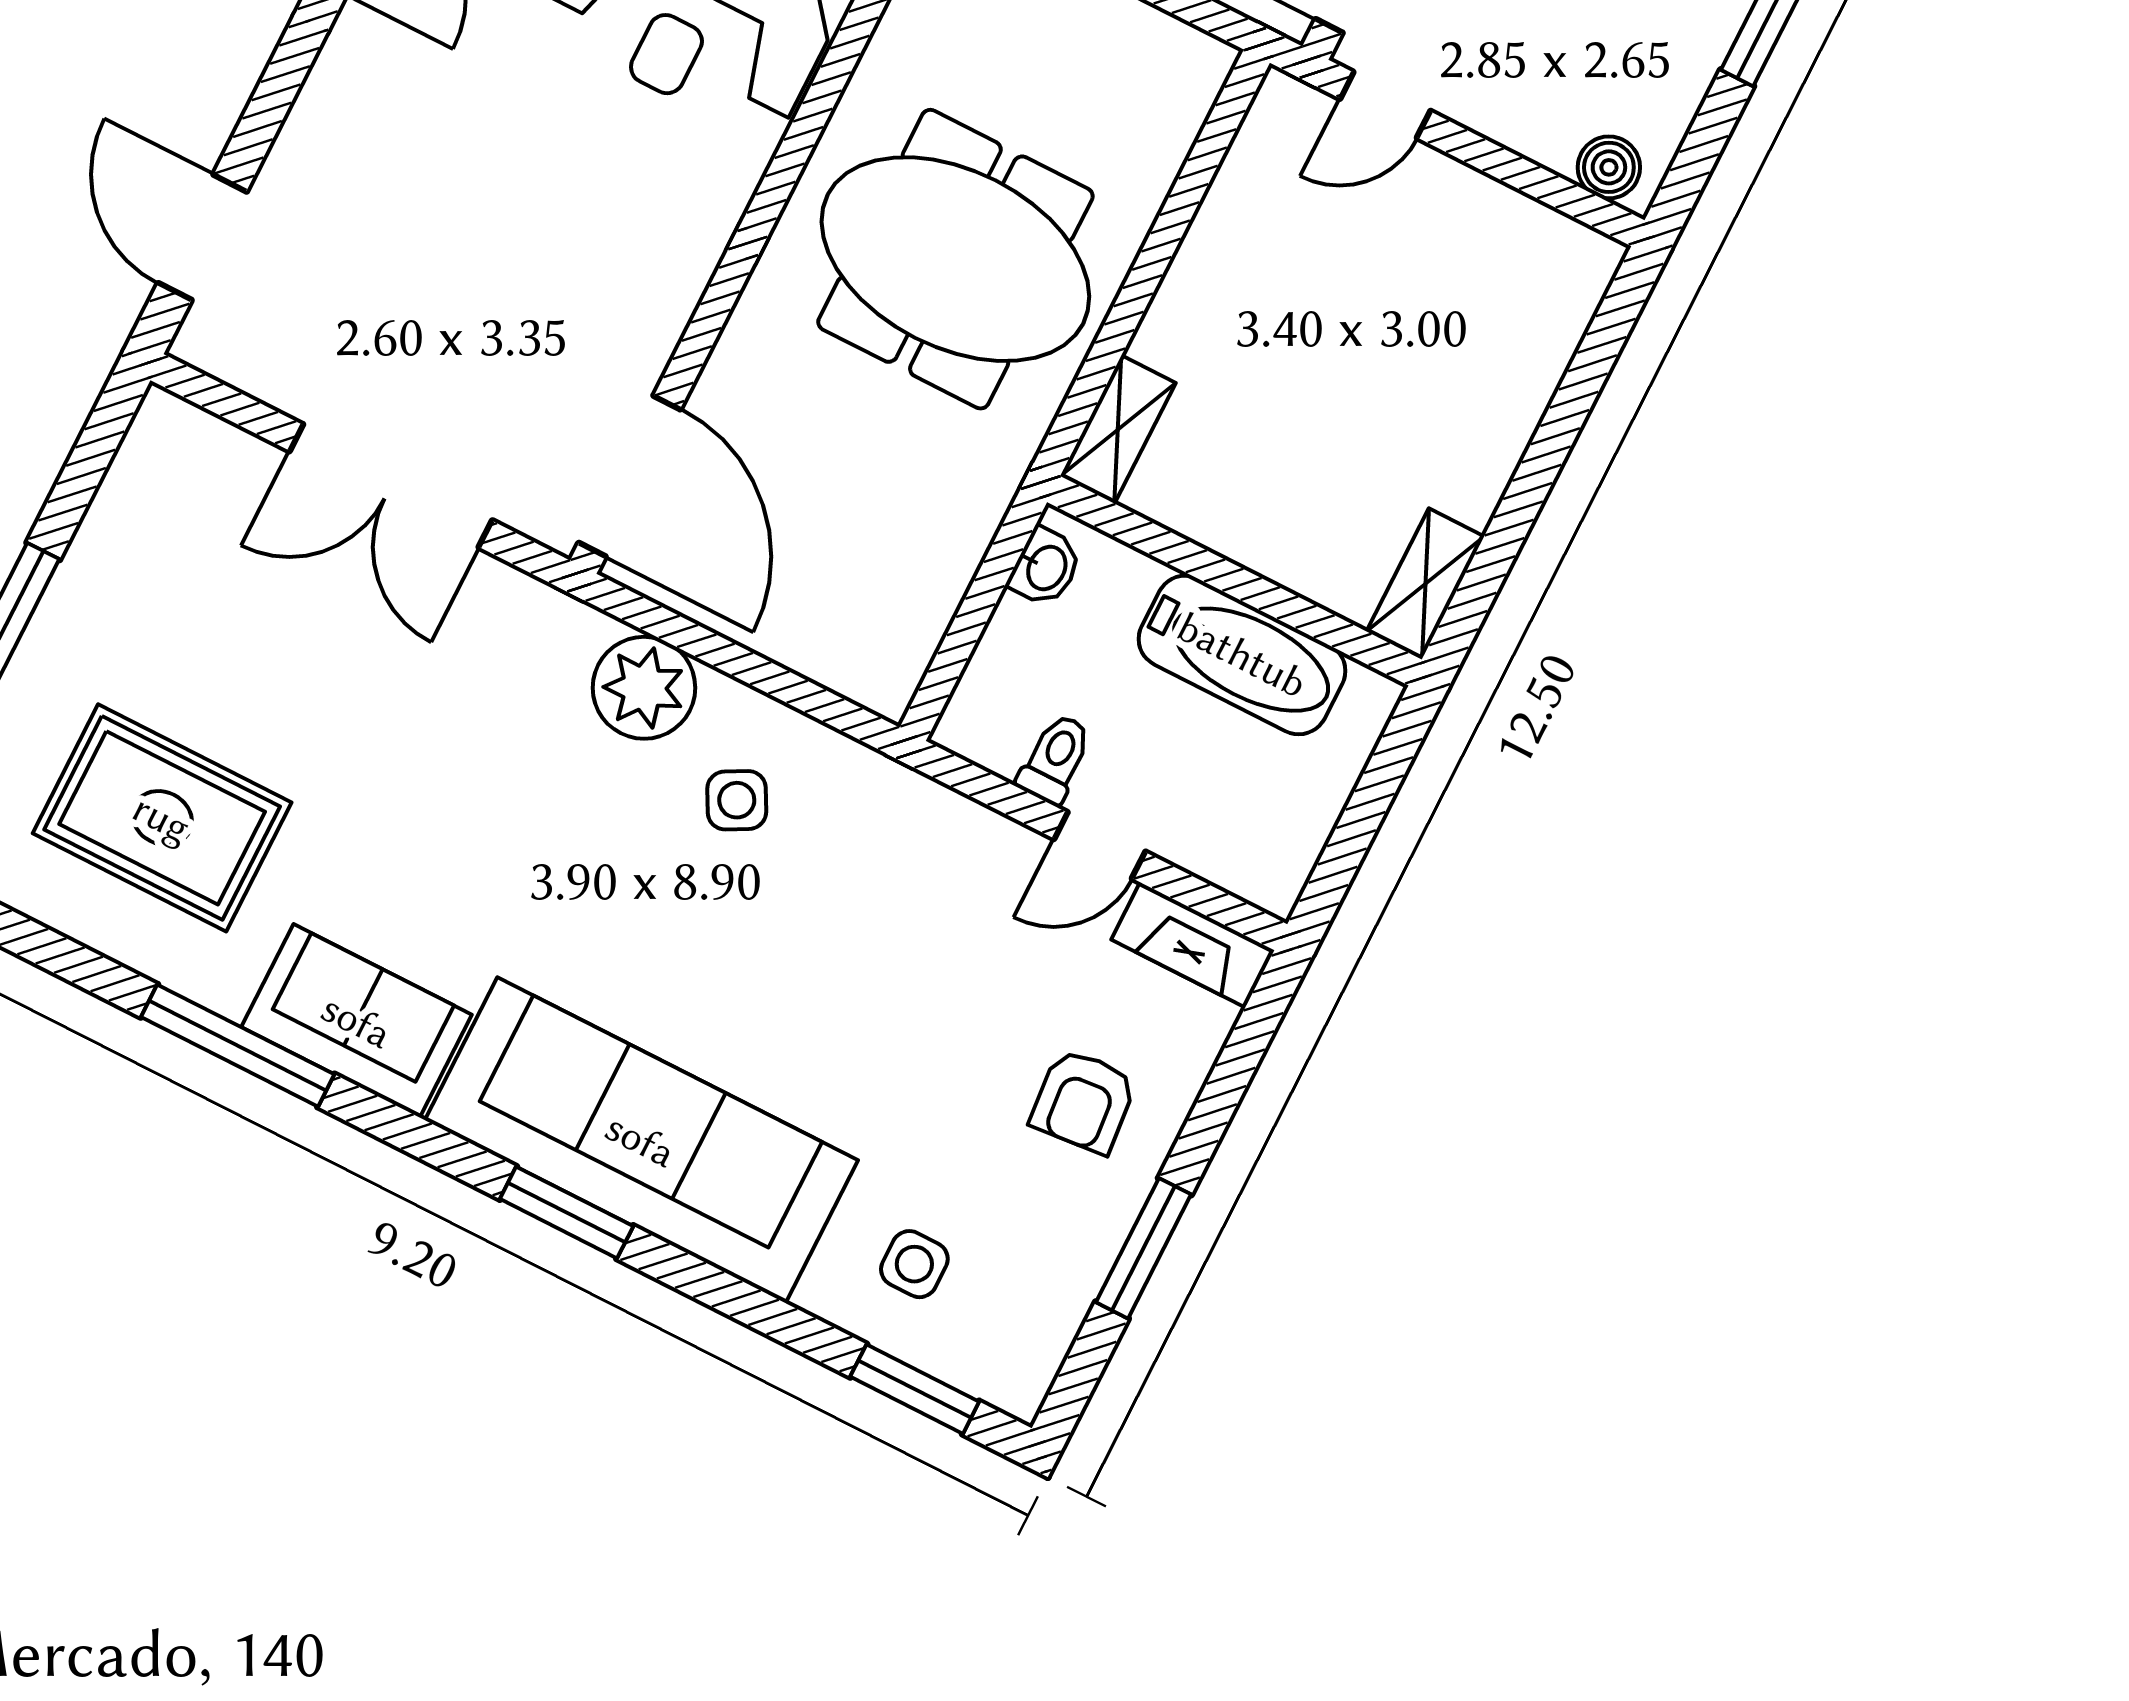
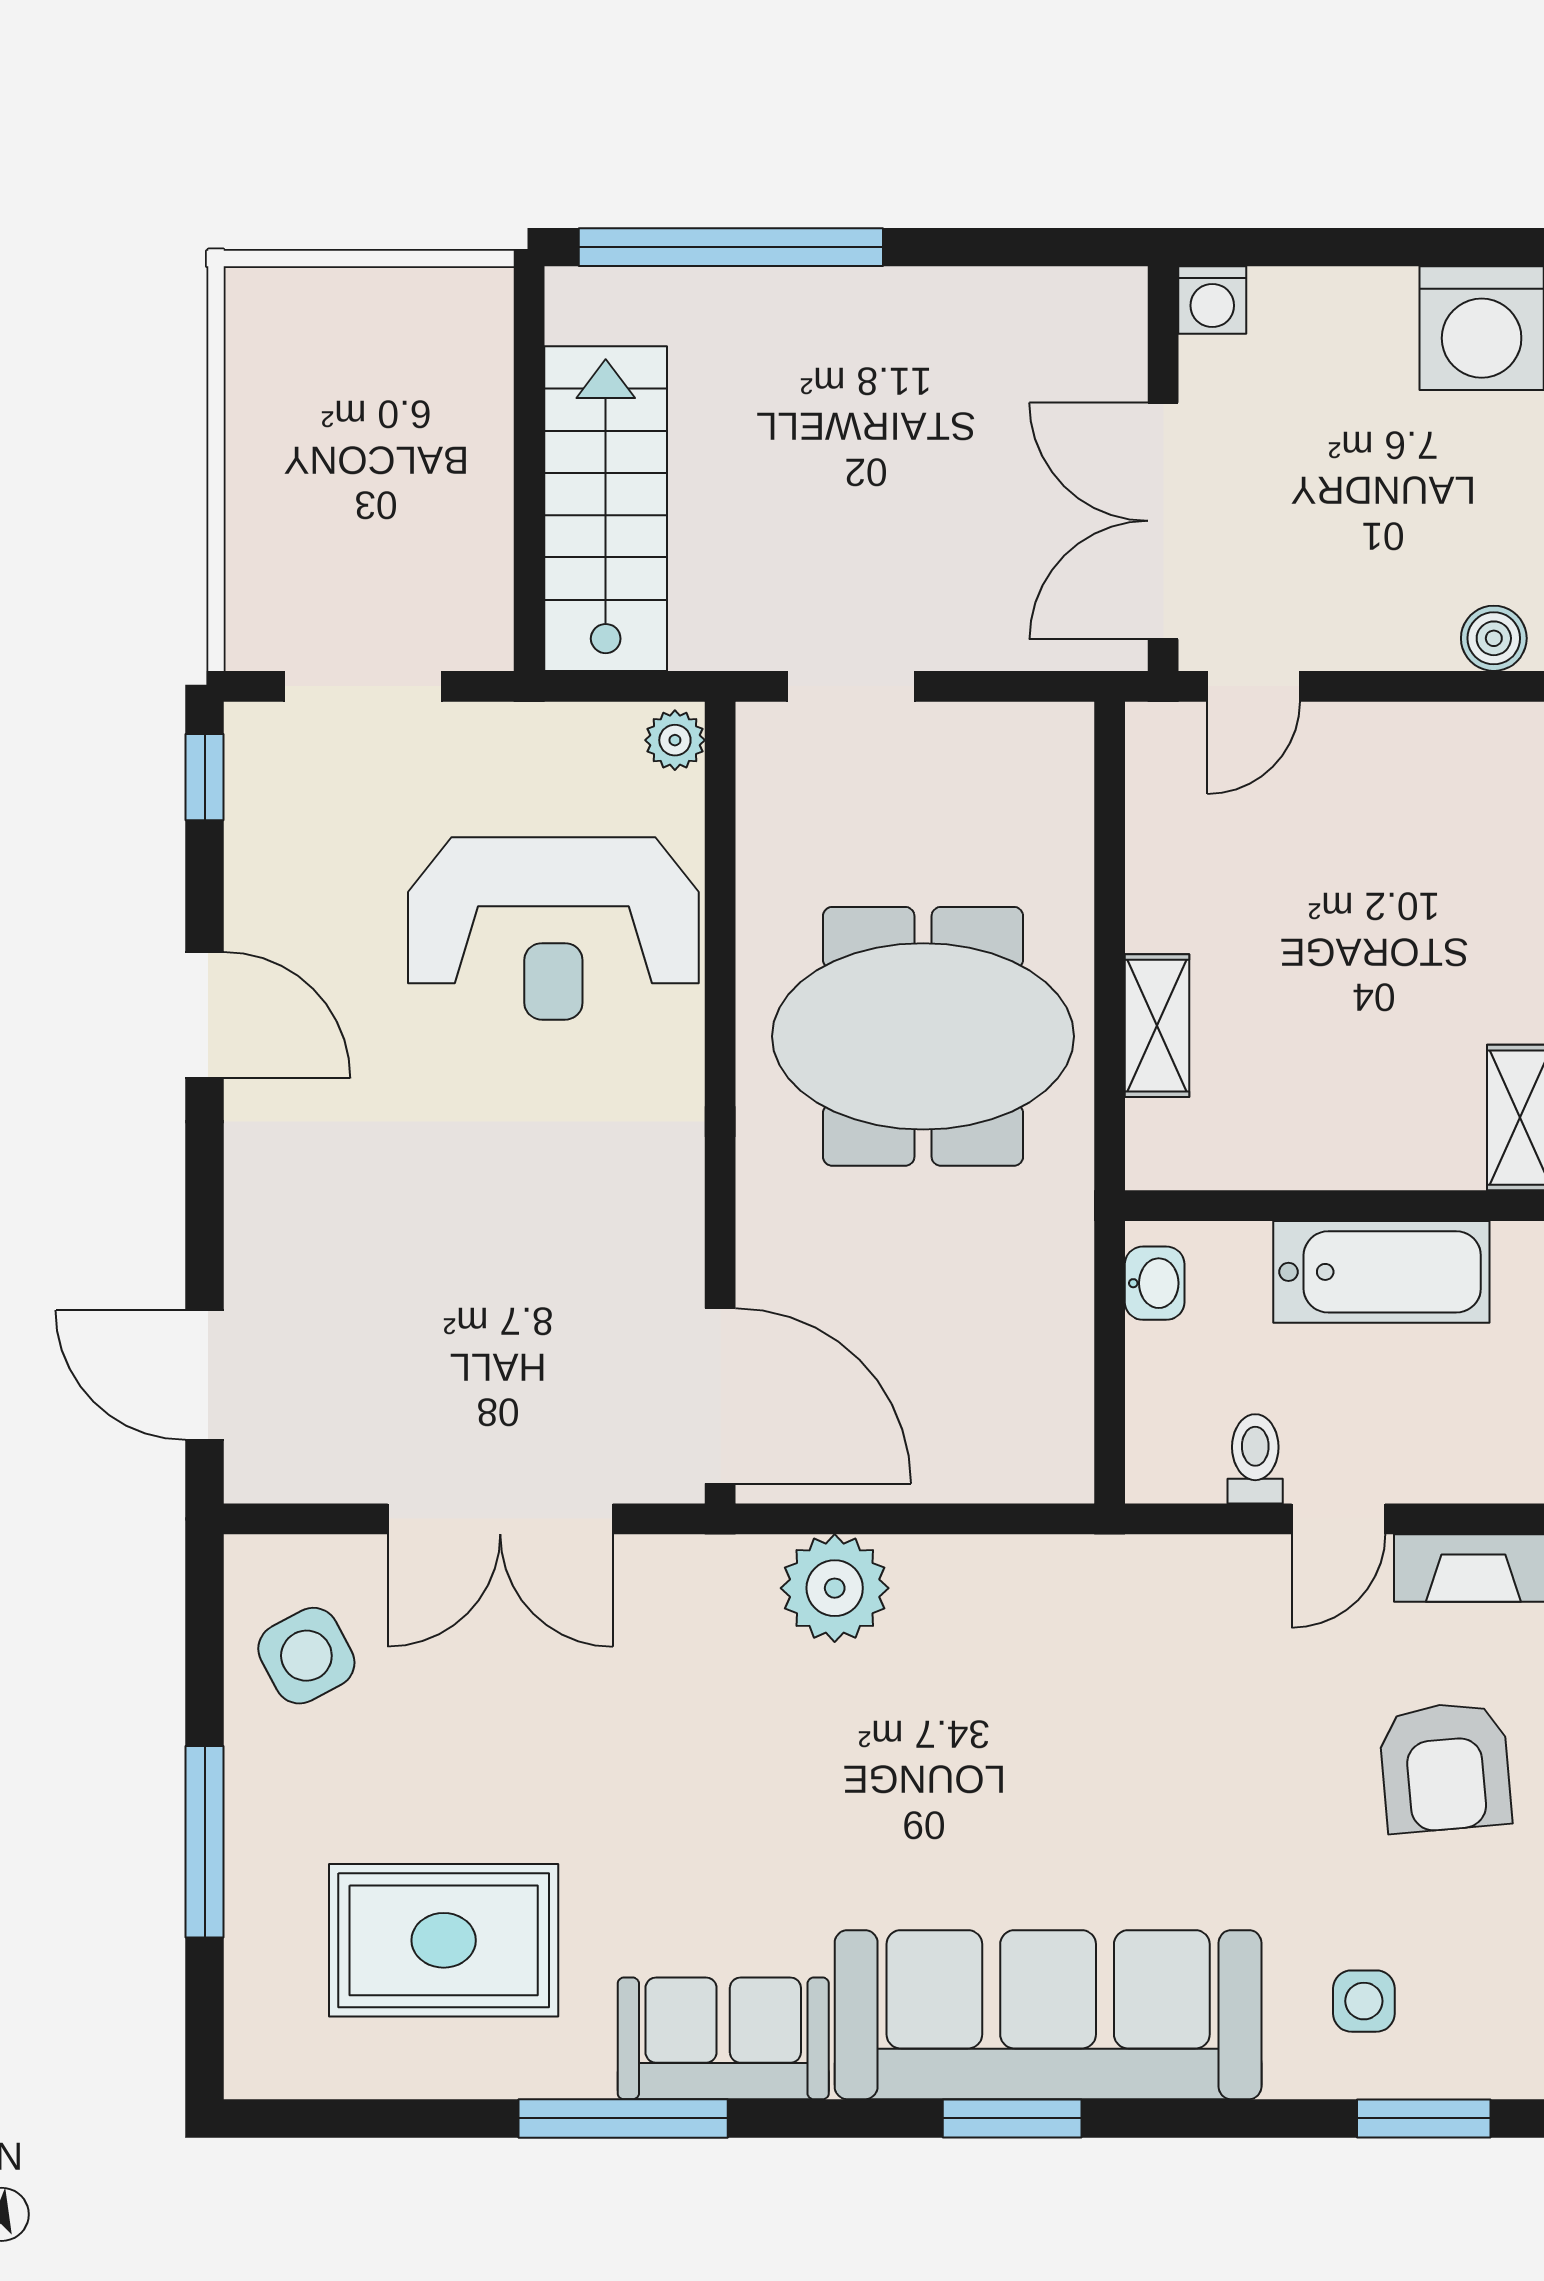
shelving: (1118, 429) -> (1157, 1026), moved
side table: (737, 800) -> (306, 1656), moved, width x1.37, depth x1.37
armchair: (1083, 1101) -> (1445, 1767), width x1.38, depth x1.38

